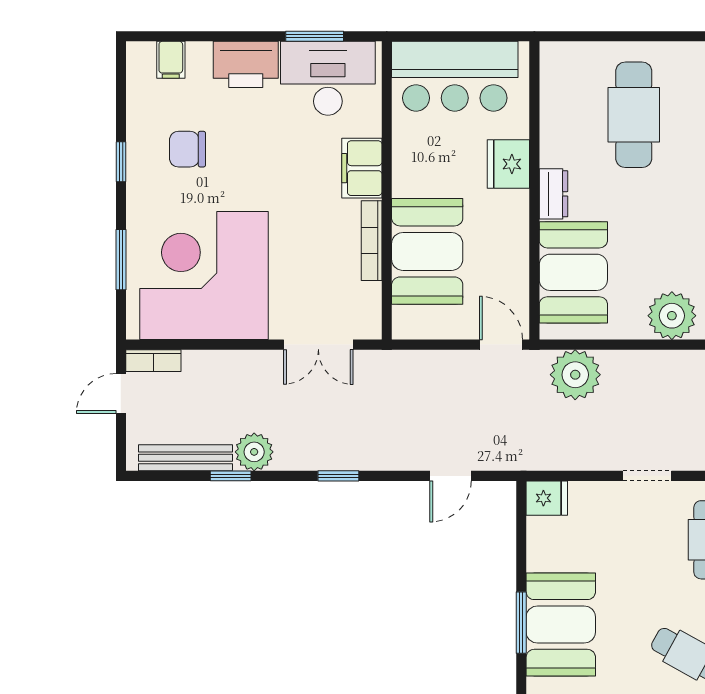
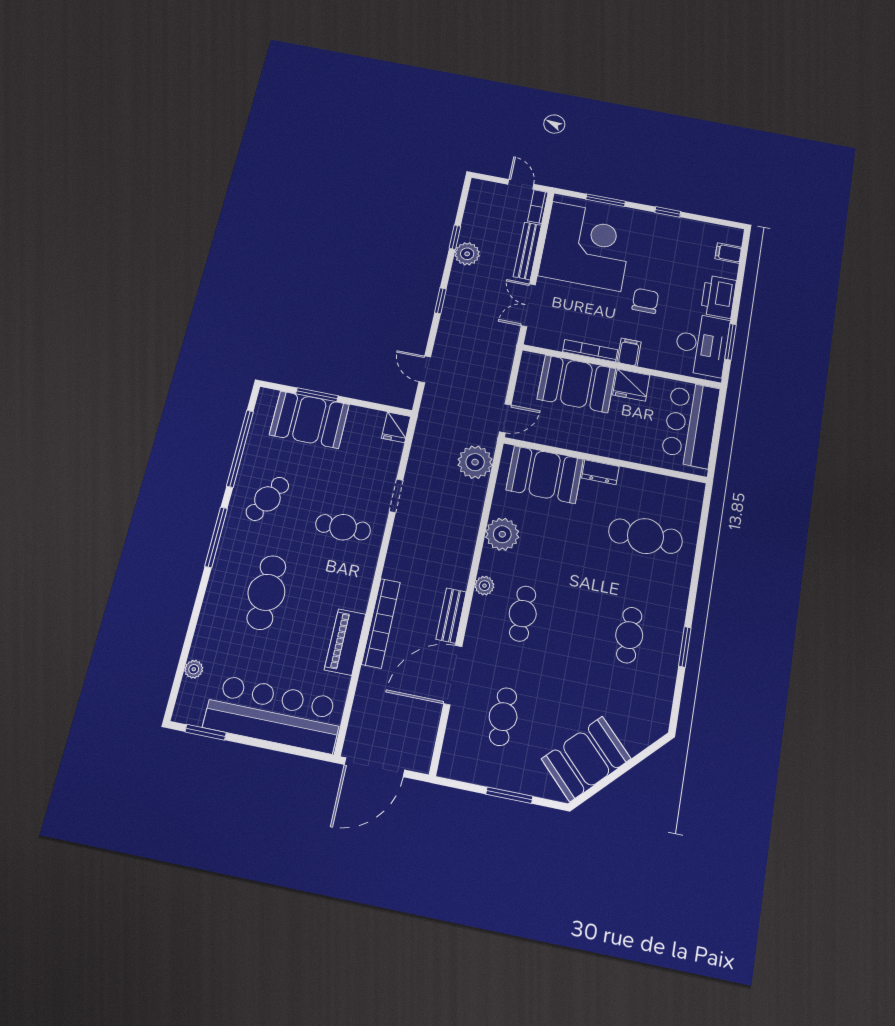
chair: (188, 149) -> (645, 301), moved
fridge: (508, 164) -> (631, 385), moved, turned 180
filing cabinet: (362, 168) -> (629, 352), width x0.50
bench: (186, 458) -> (527, 251), moved

